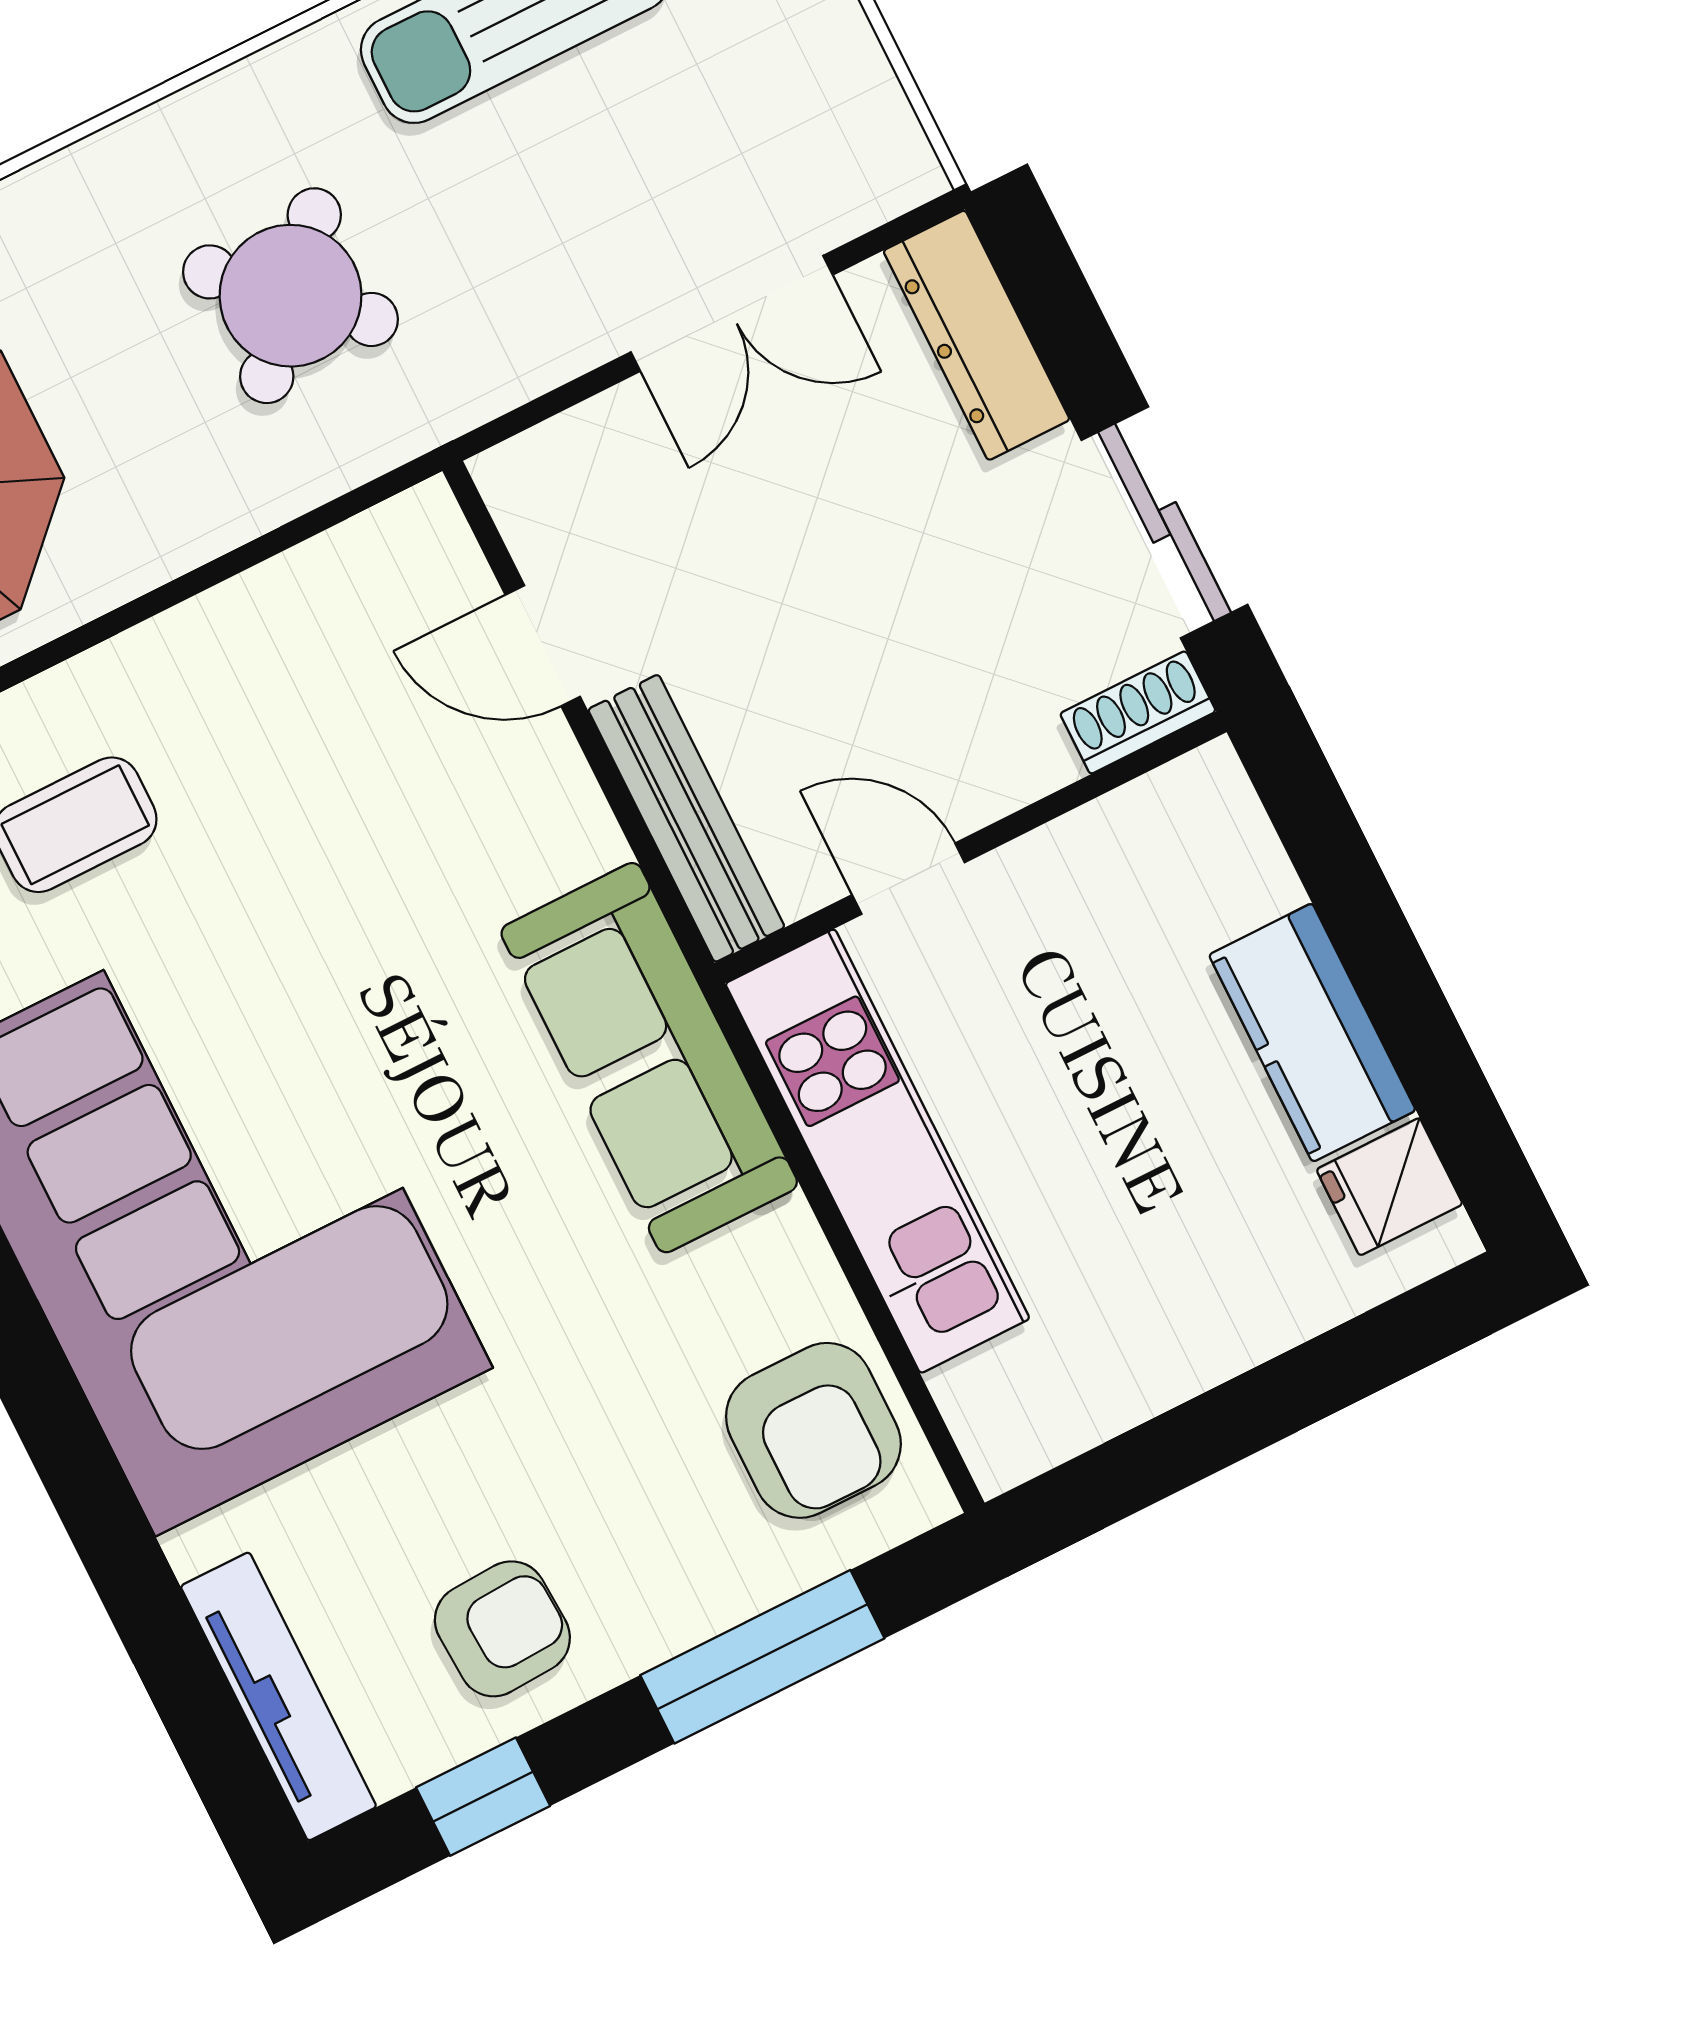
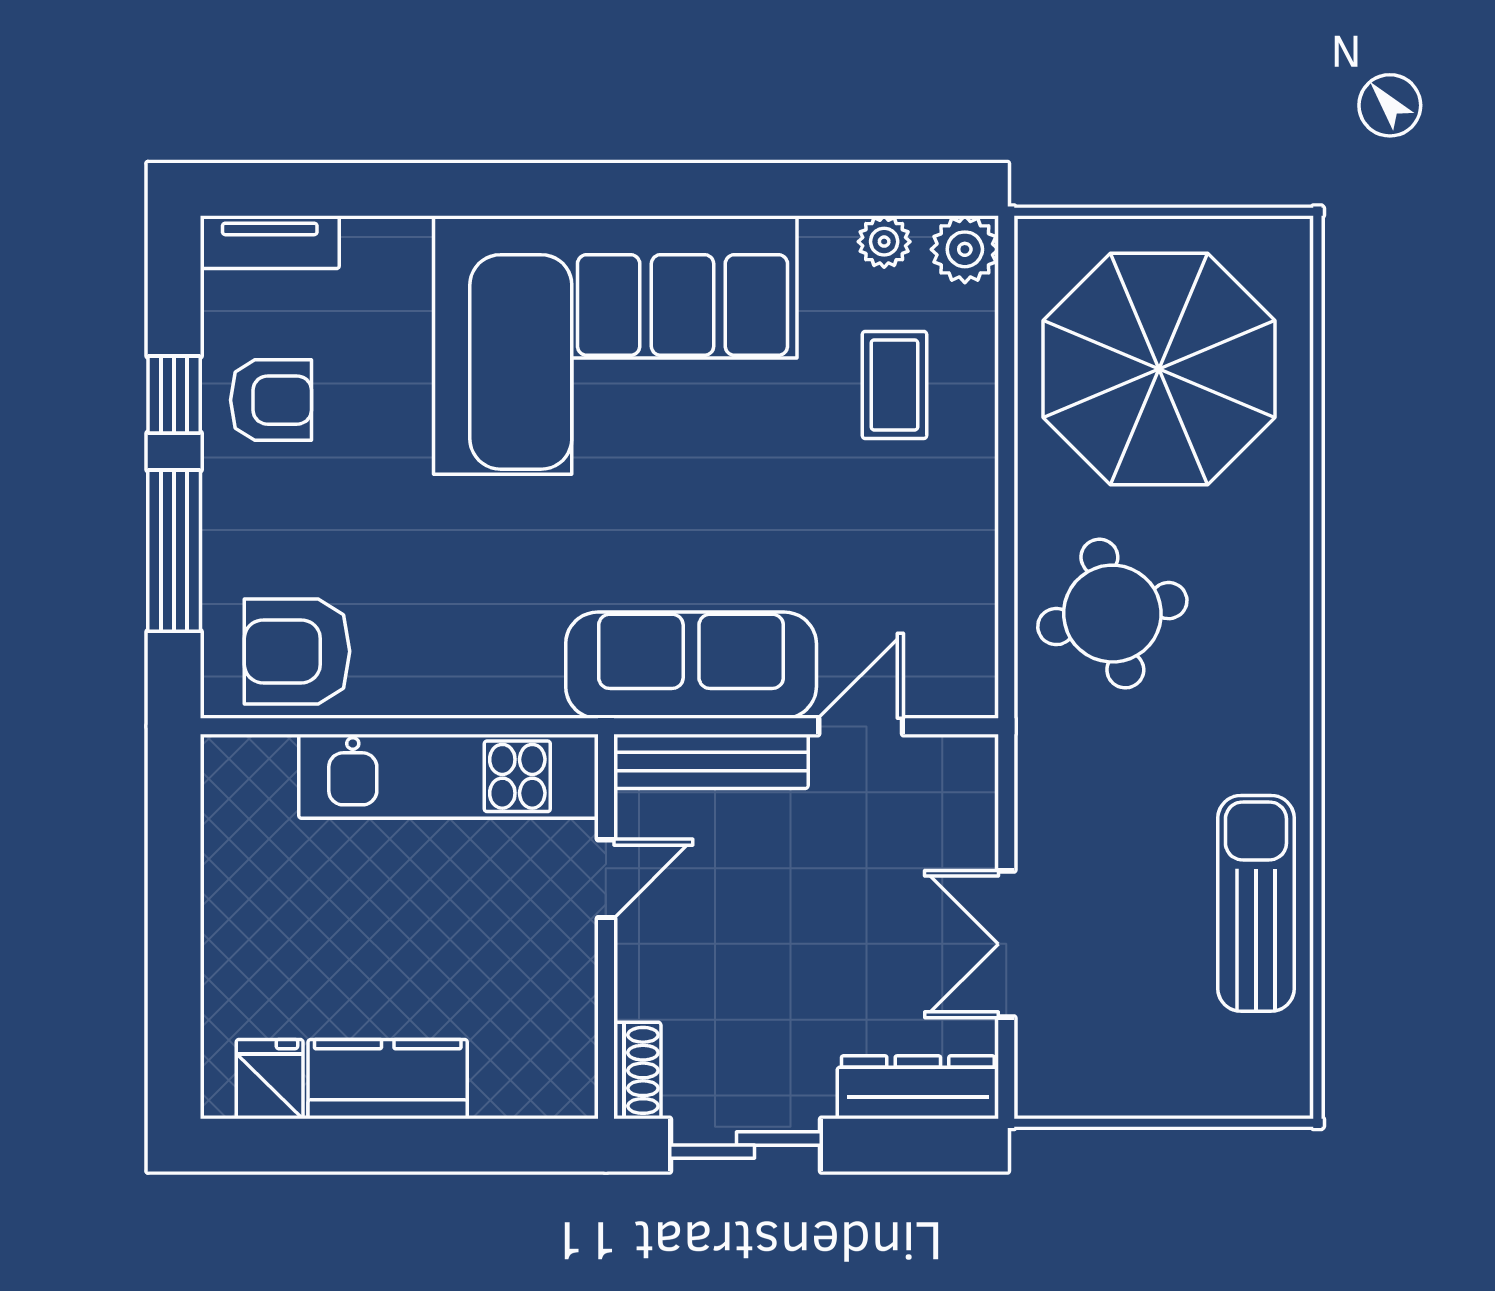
round table: (291, 296) -> (1112, 614), moved, turned 34
sofa: (649, 1058) -> (691, 665), moved
armchair: (502, 1629) -> (271, 400), turned -87
tv unit: (279, 1696) -> (270, 242), width x0.71
window: (483, 1797) -> (174, 395), moved

